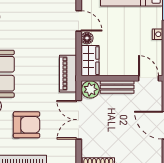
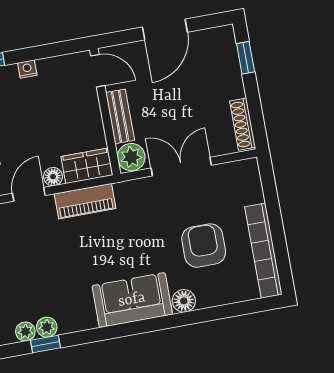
piano: (68, 74) -> (85, 201), moved
door: (148, 78) -> (98, 71), swing flipped
double door: (79, 120) -> (181, 167), swing flipped

